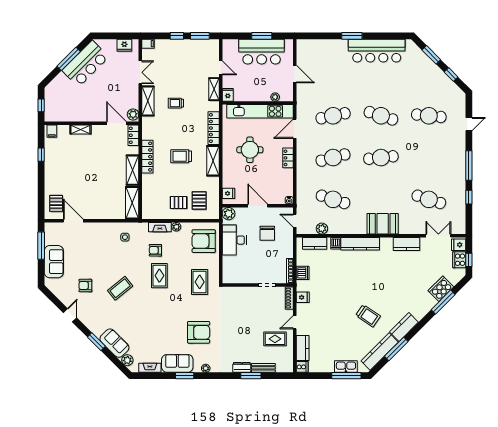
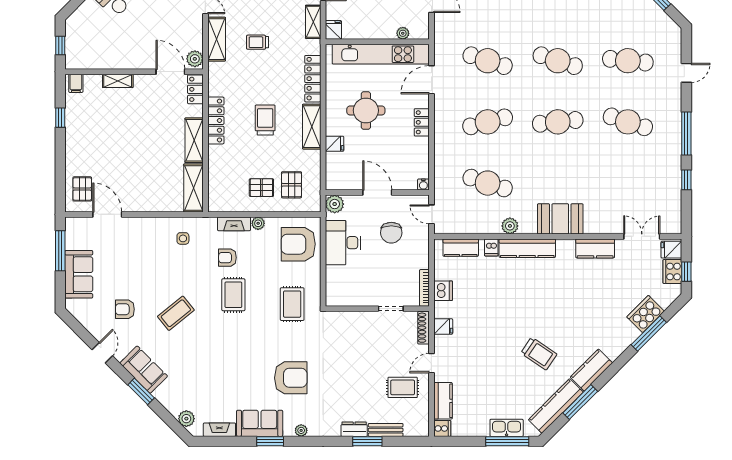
cafe table: (333, 116) -> (488, 61), turned 30
trolley: (181, 156) -> (265, 120), turned 90
fridge: (229, 193) -> (335, 144), moved
cafe table: (429, 199) -> (628, 122), moved
plant: (322, 229) -> (510, 226), moved
sofa: (114, 343) -> (144, 370), moved

